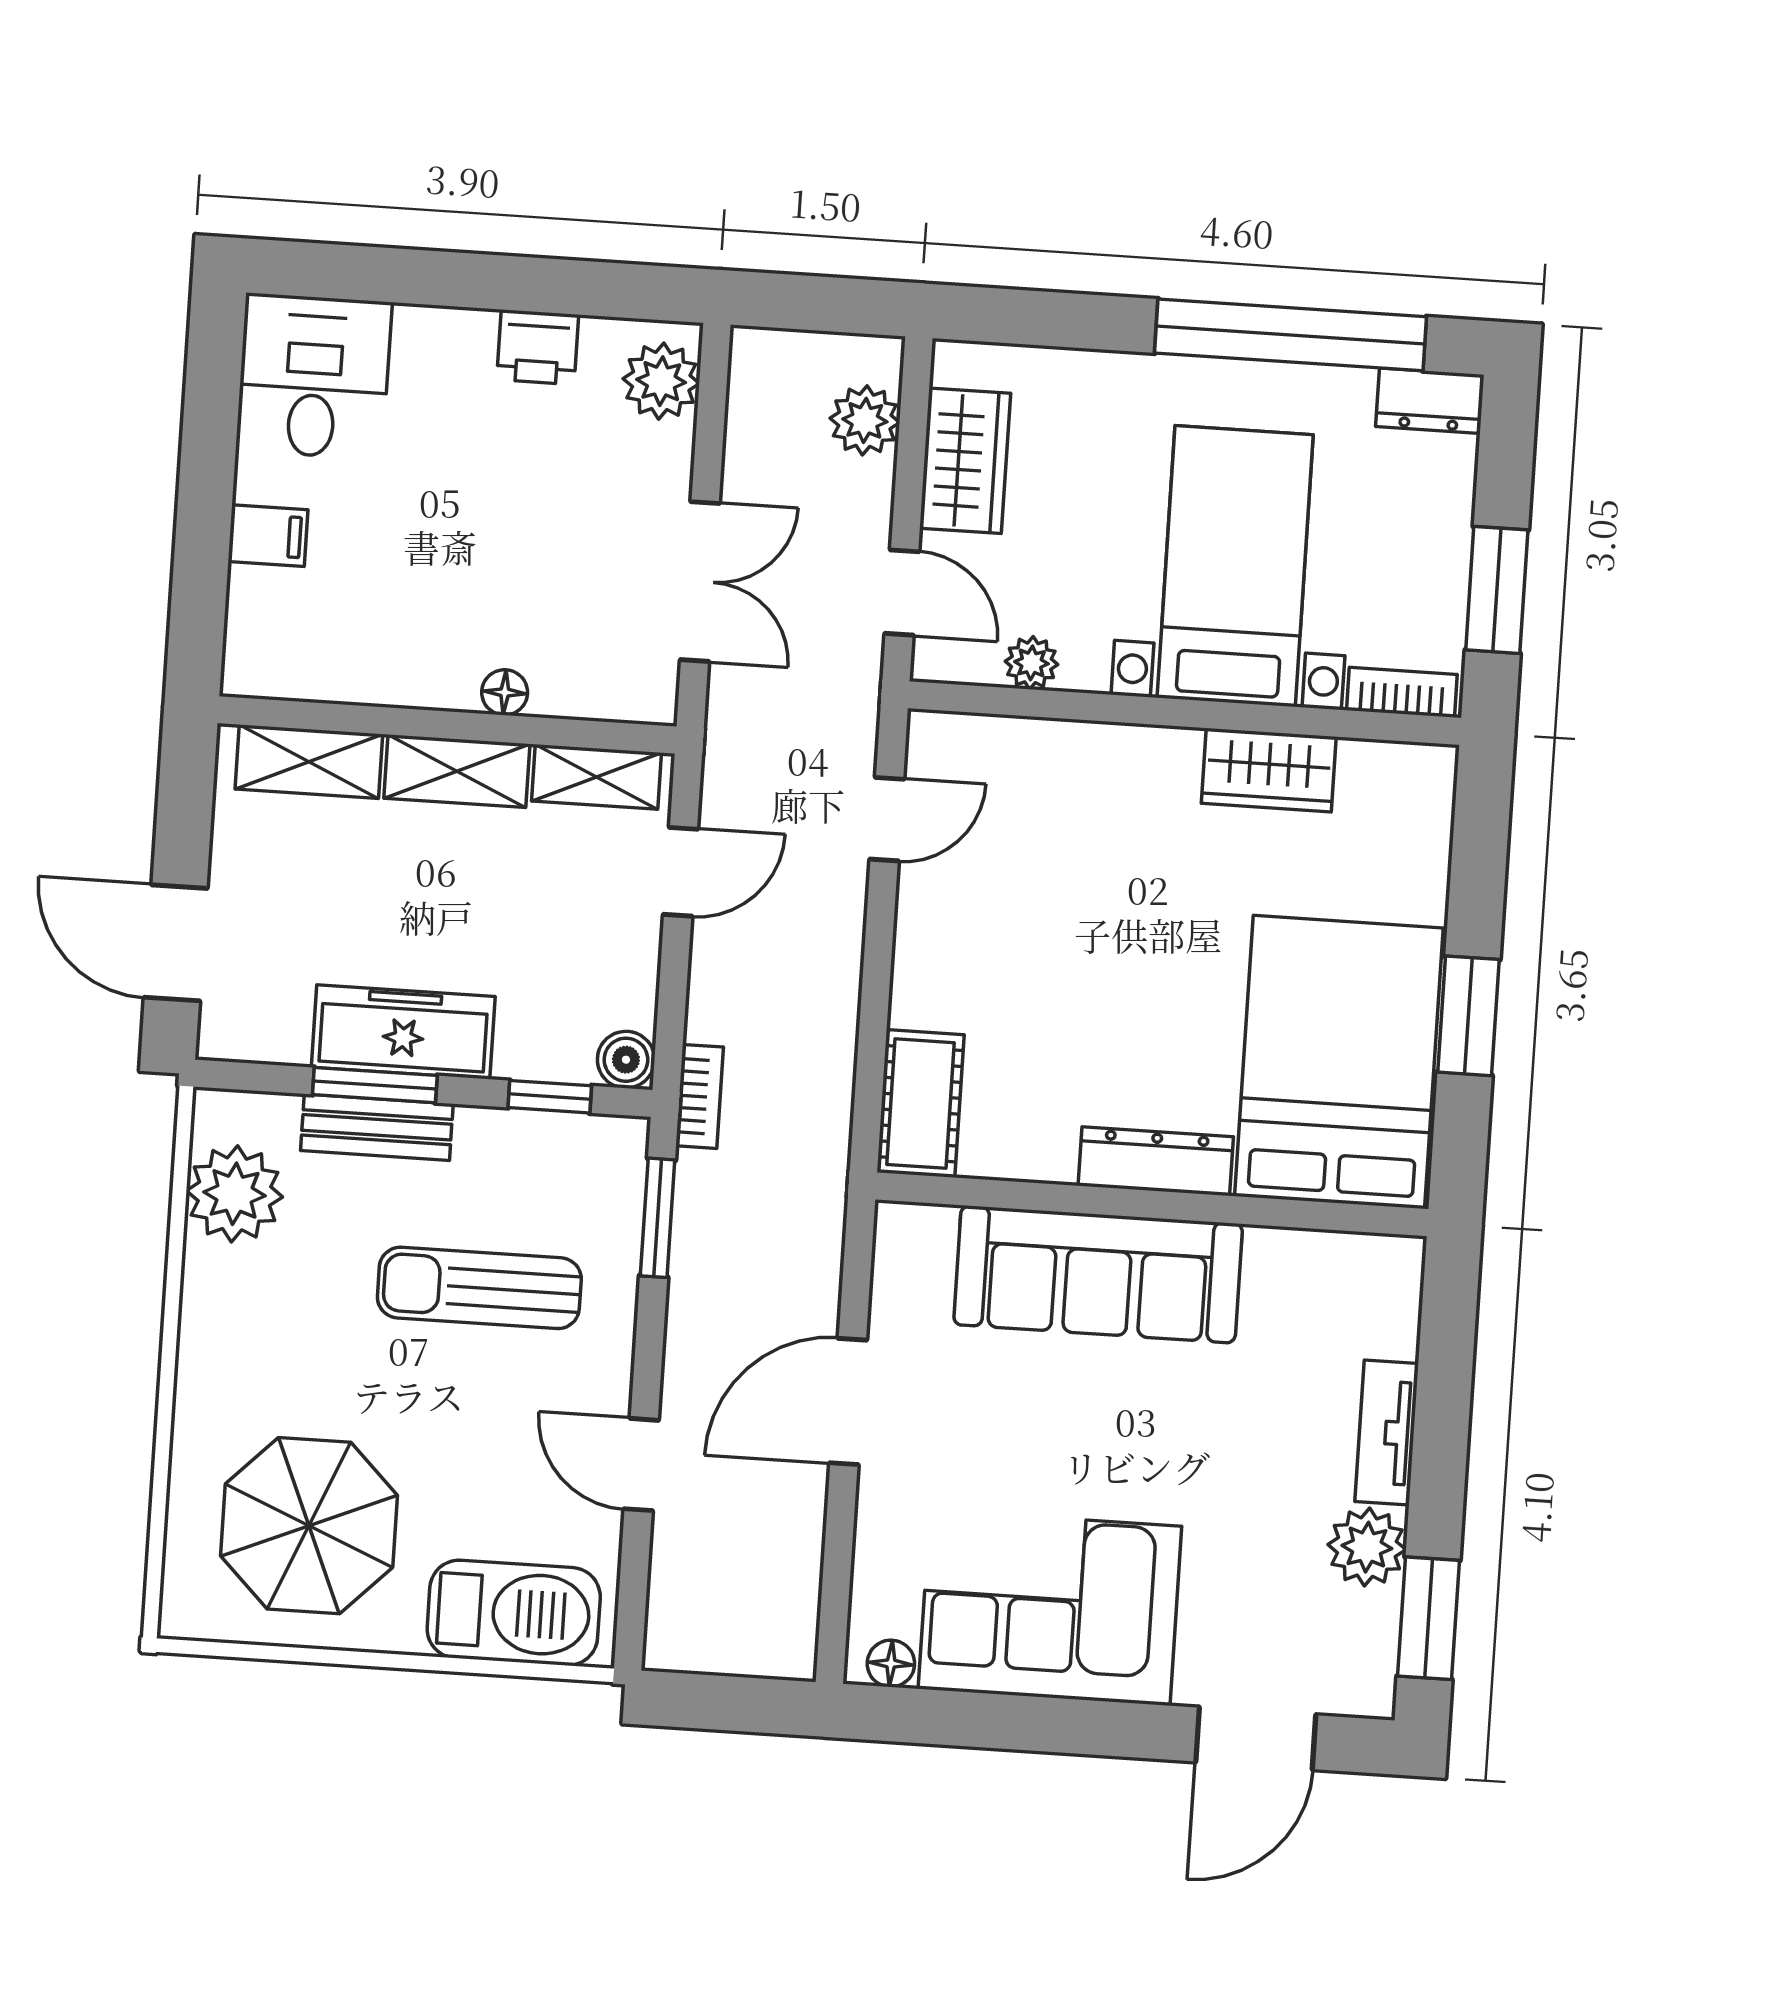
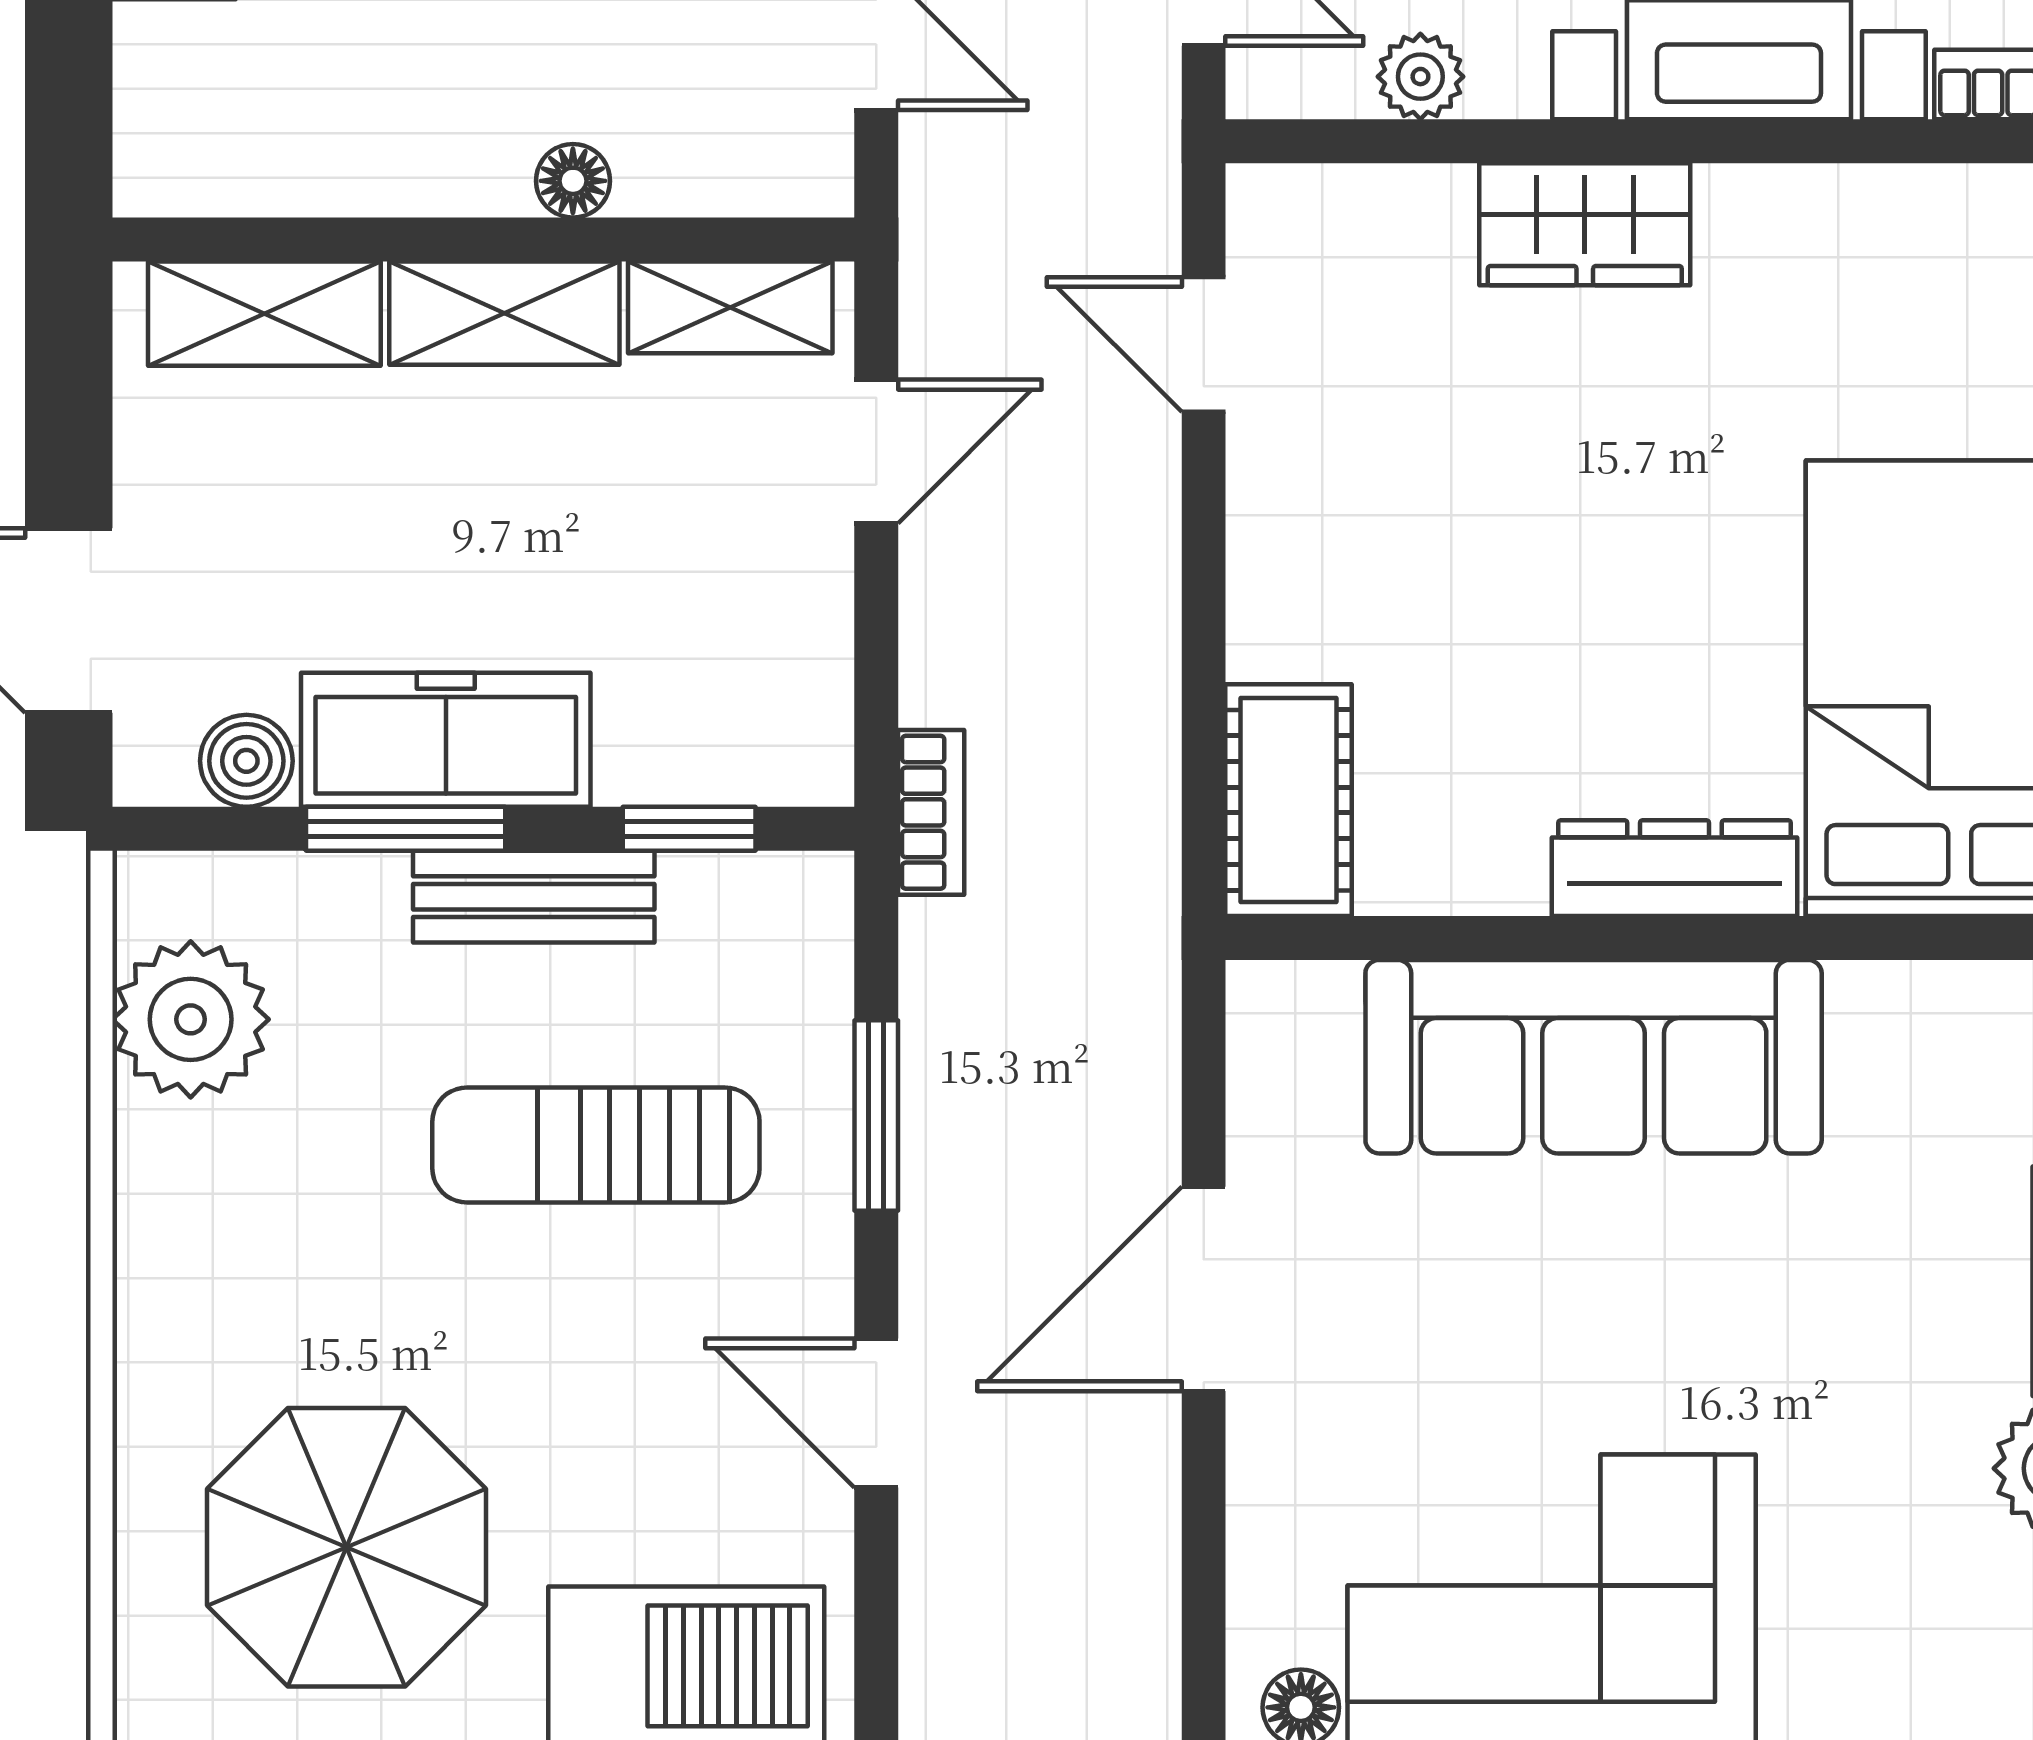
wardrobe: (1269, 770) -> (1585, 224), moved
door: (887, 819) -> (1204, 344), swing flipped
boiler: (626, 1060) -> (246, 761), moved
bench: (377, 1127) -> (534, 897), moved
window: (658, 1218) -> (876, 1115), moved

